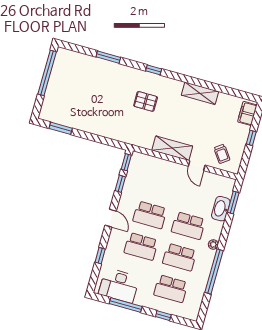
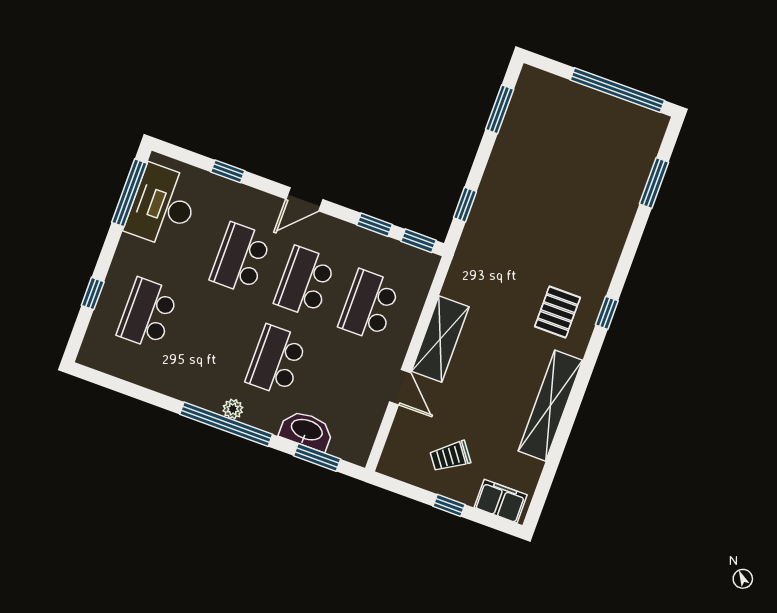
window: (108, 57) -> (654, 183), moved
shelving: (200, 93) -> (550, 406), width x1.47
pallet: (146, 101) -> (557, 312), moved
window: (107, 141) -> (465, 205), added
trolley: (222, 154) -> (450, 456), moved
door: (197, 166) -> (400, 387), swing flipped
school desk: (180, 257) -> (369, 305), moved
window: (214, 271) -> (226, 424), moved
window: (126, 305) -> (129, 193), moved

